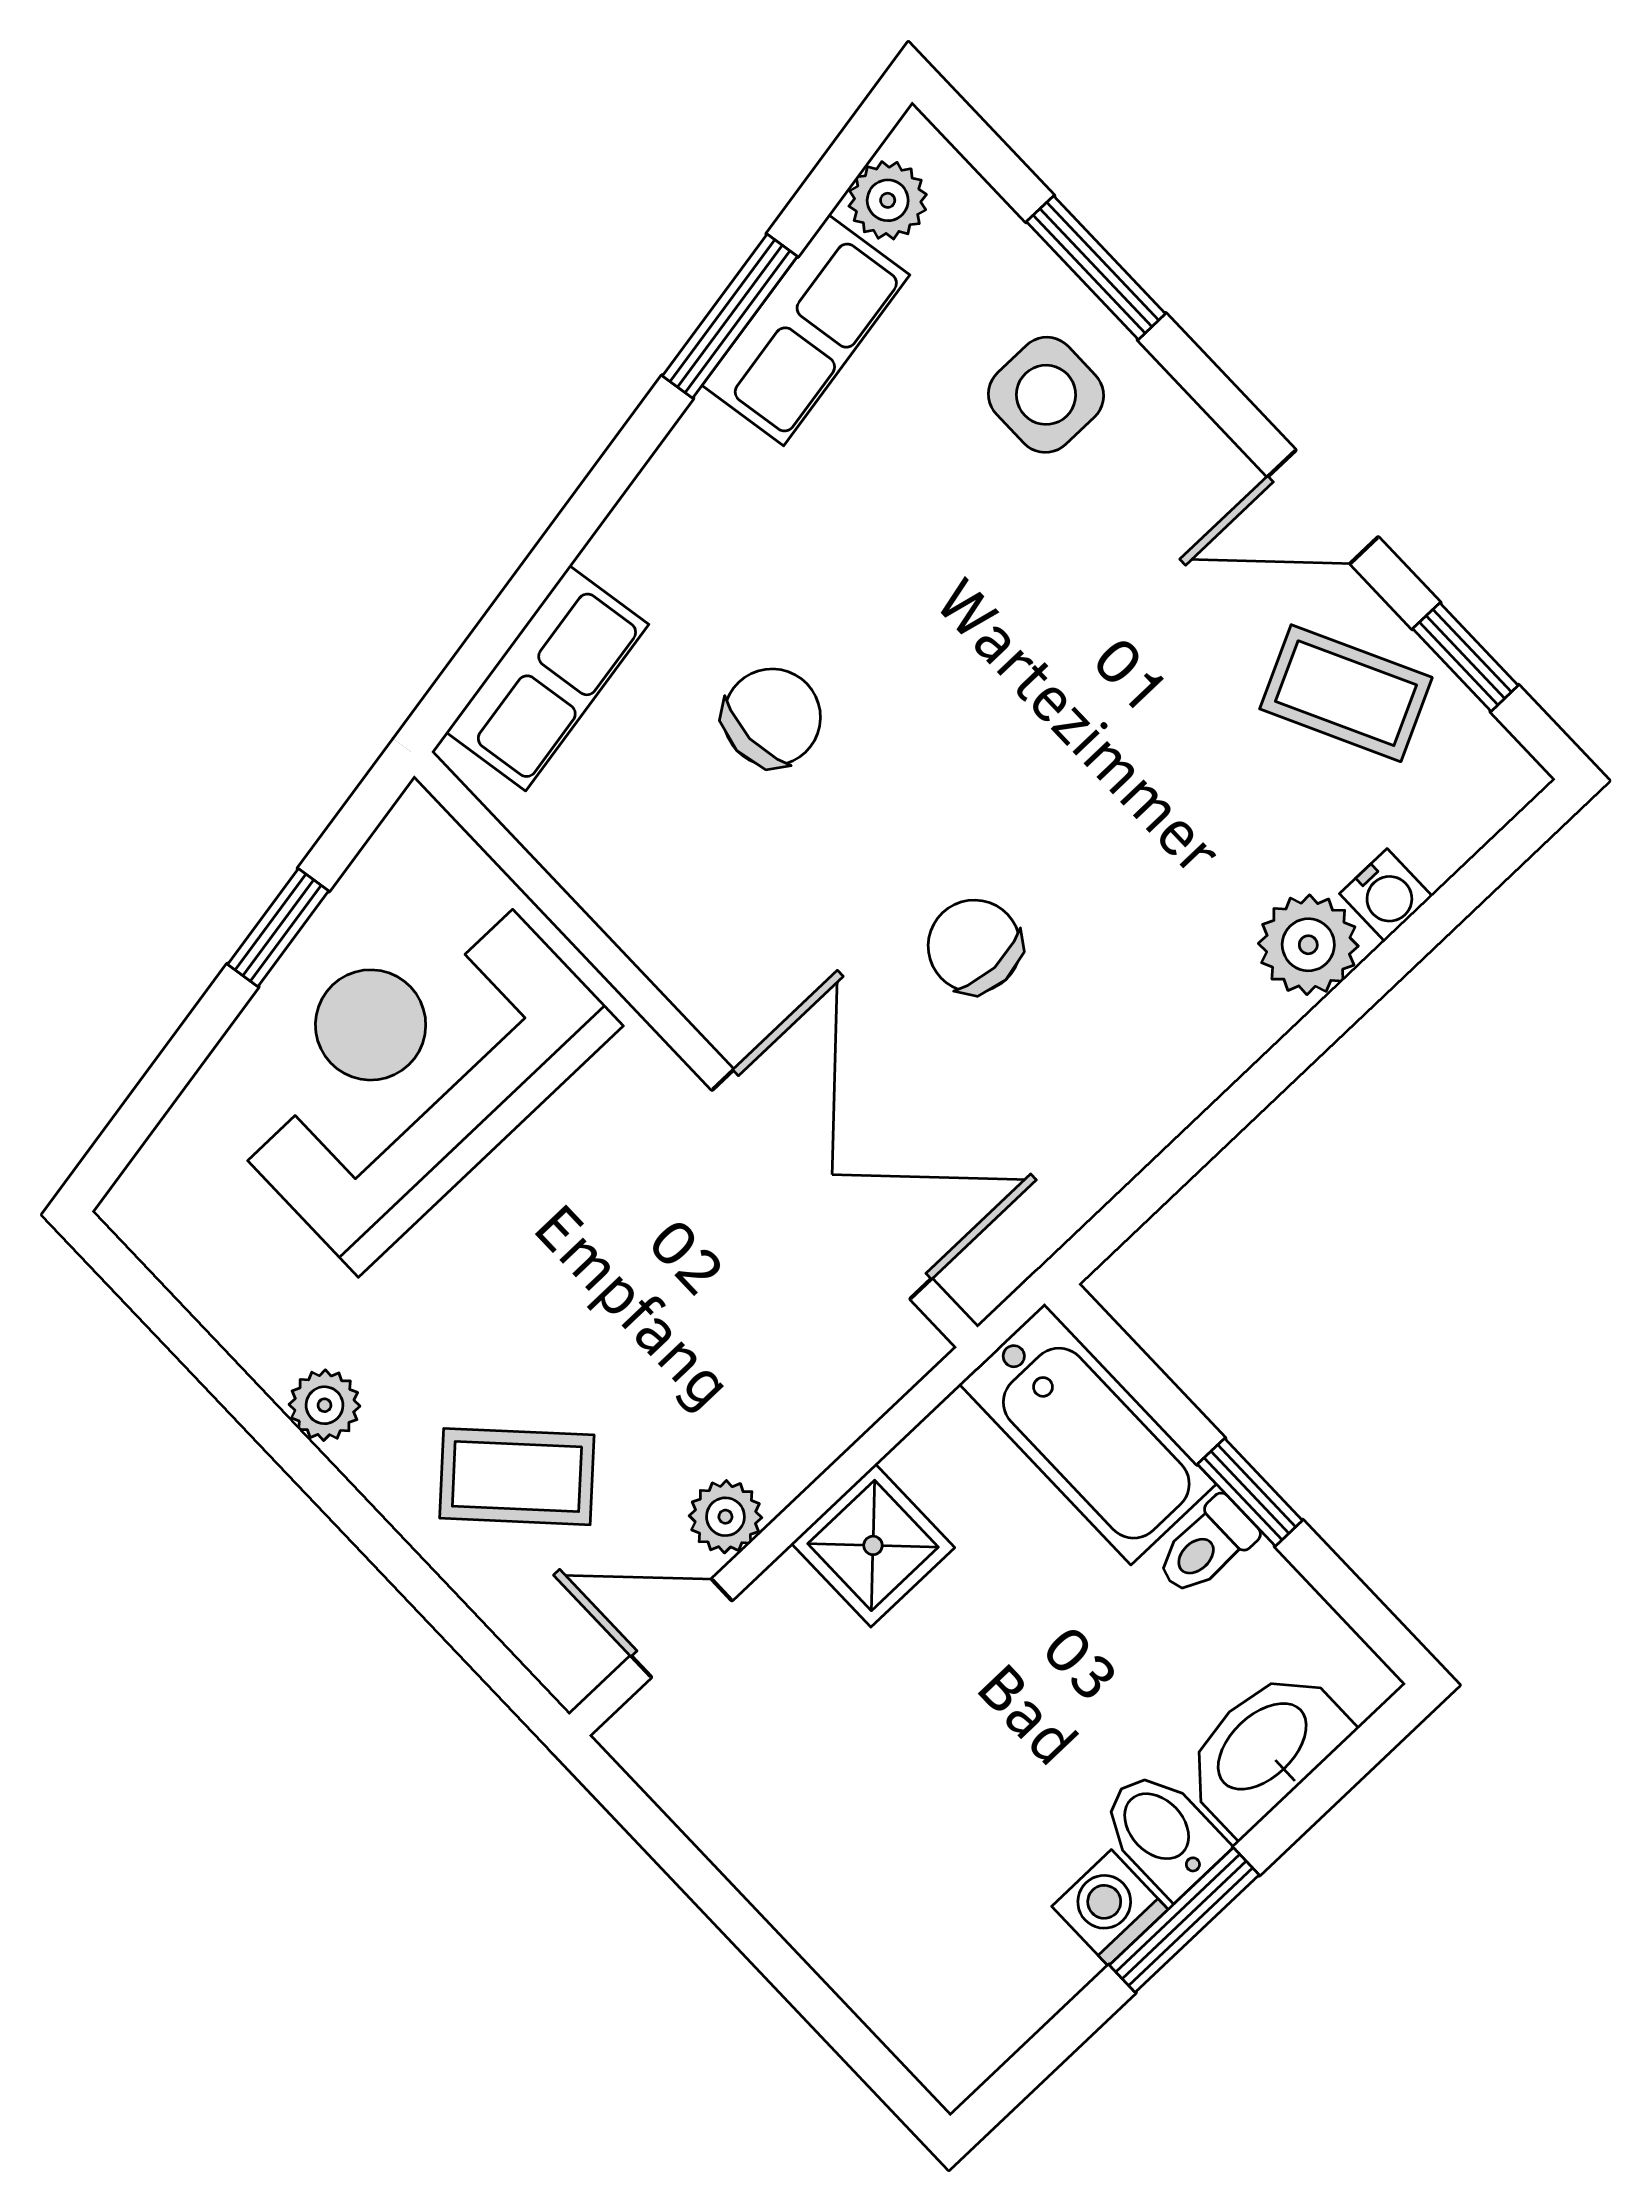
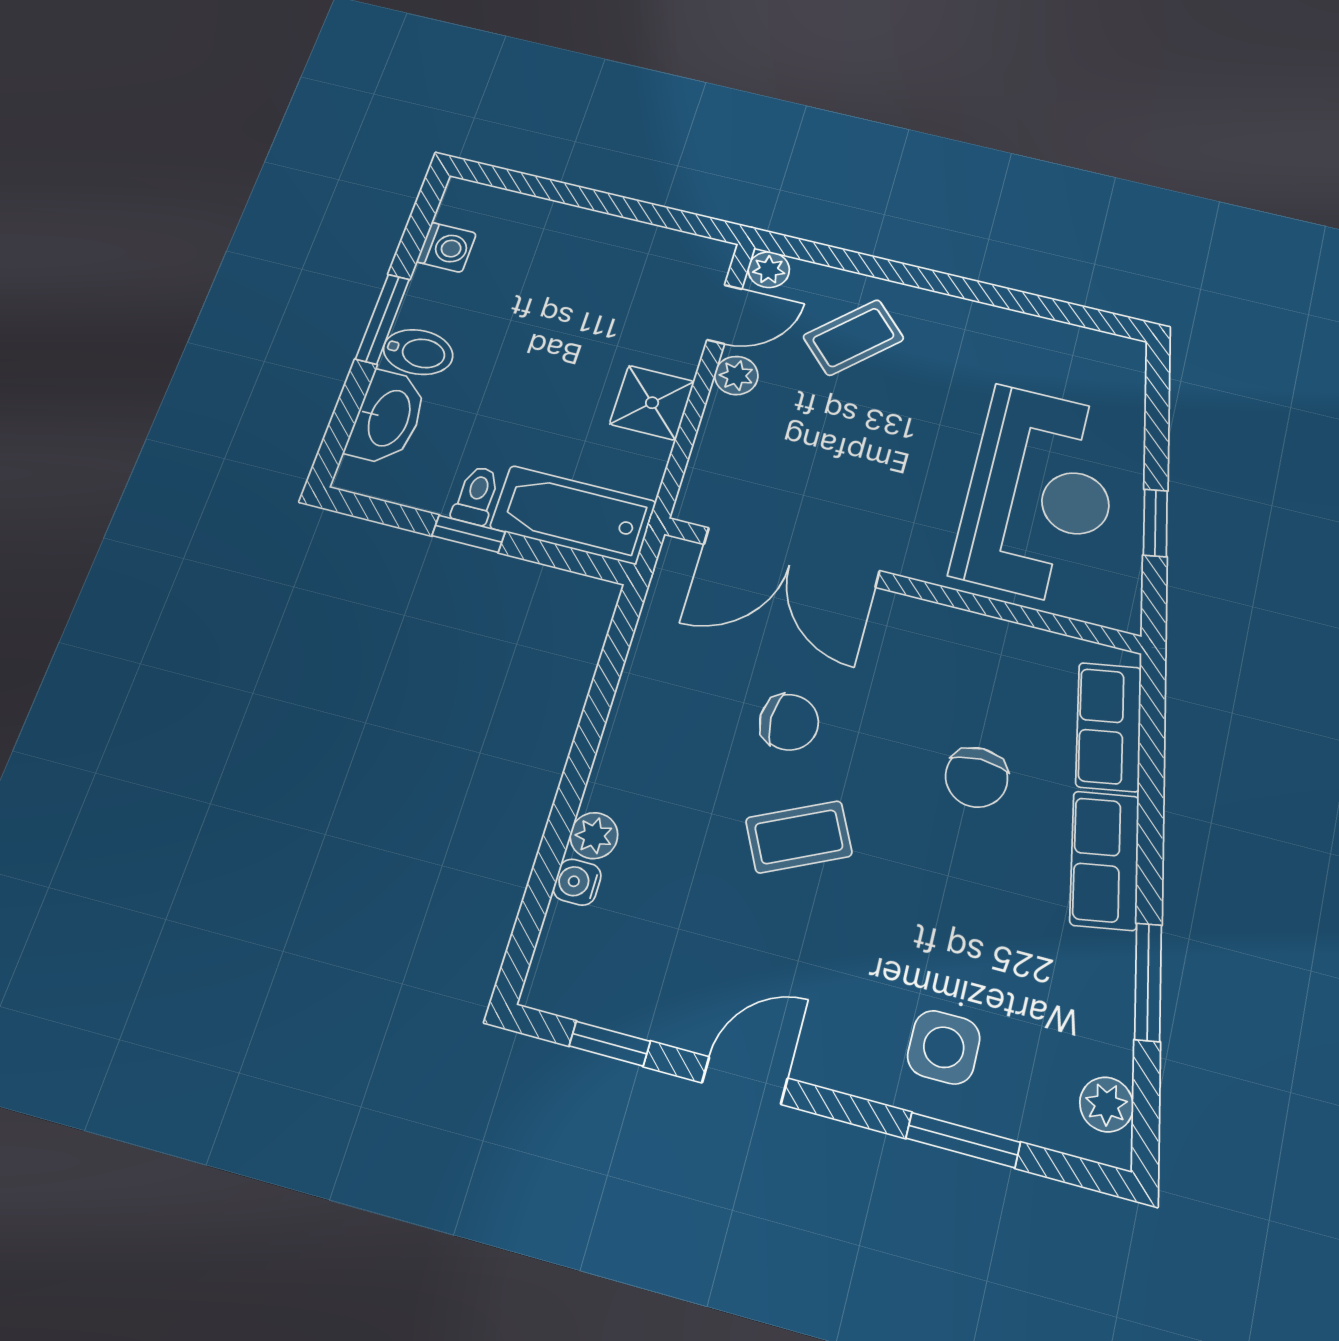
row of seats: (806, 330) -> (1105, 860), moved
coffee table: (1346, 693) -> (799, 837), moved
plant: (1308, 945) -> (594, 836), width x0.73, depth x0.73
plant: (324, 1405) -> (769, 270), moved
washing machine: (1110, 1908) -> (446, 247), moved

